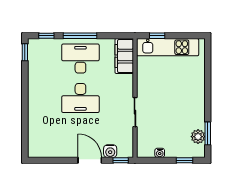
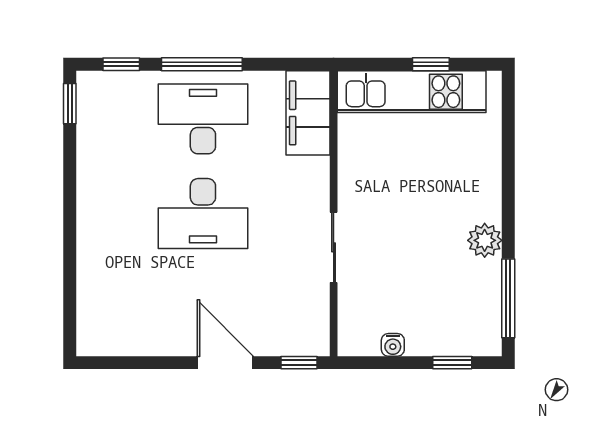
window: (157, 36) -> (431, 64), moved
window: (208, 133) -> (508, 298), width x1.44
plant: (198, 137) -> (485, 240), moved
water cooler: (110, 151) -> (274, 341), removed

